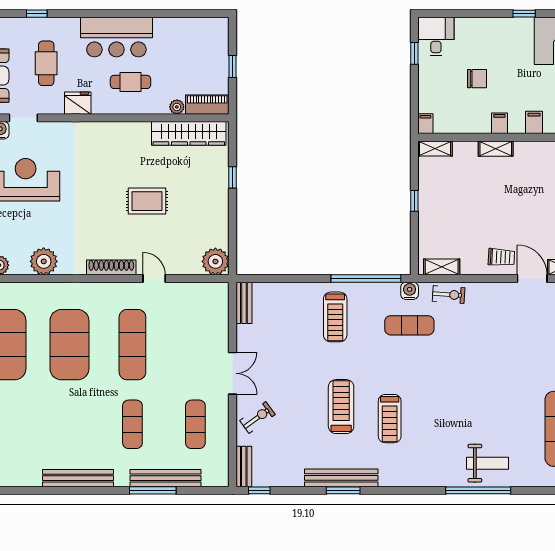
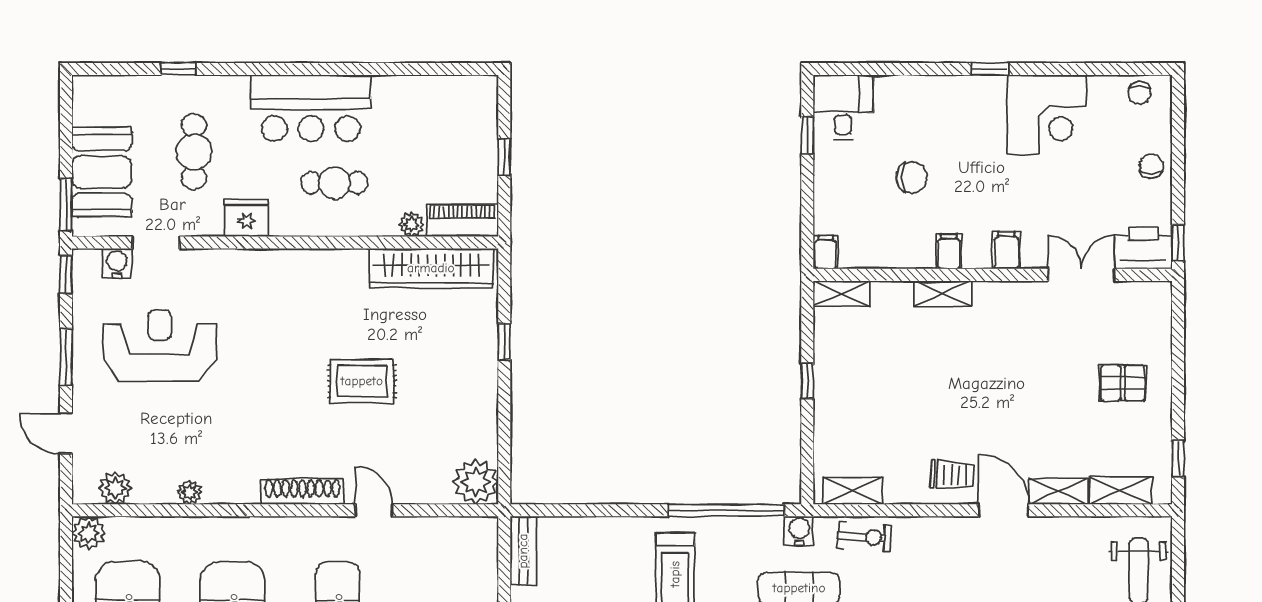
plant: (44, 261) -> (190, 492), width x0.53, depth x0.53

